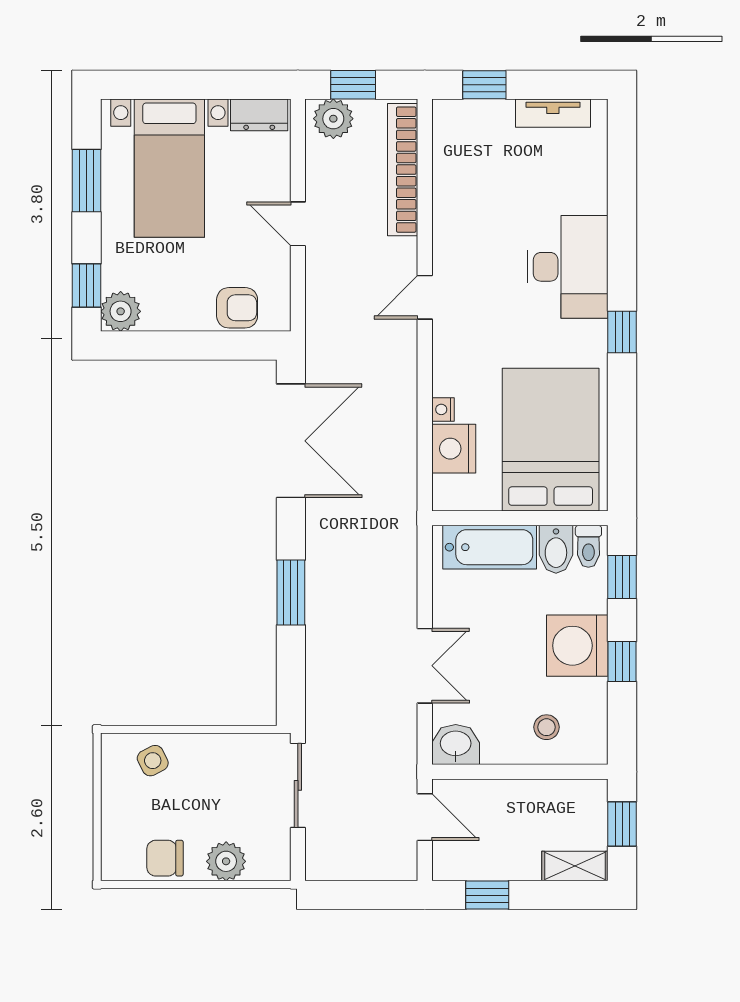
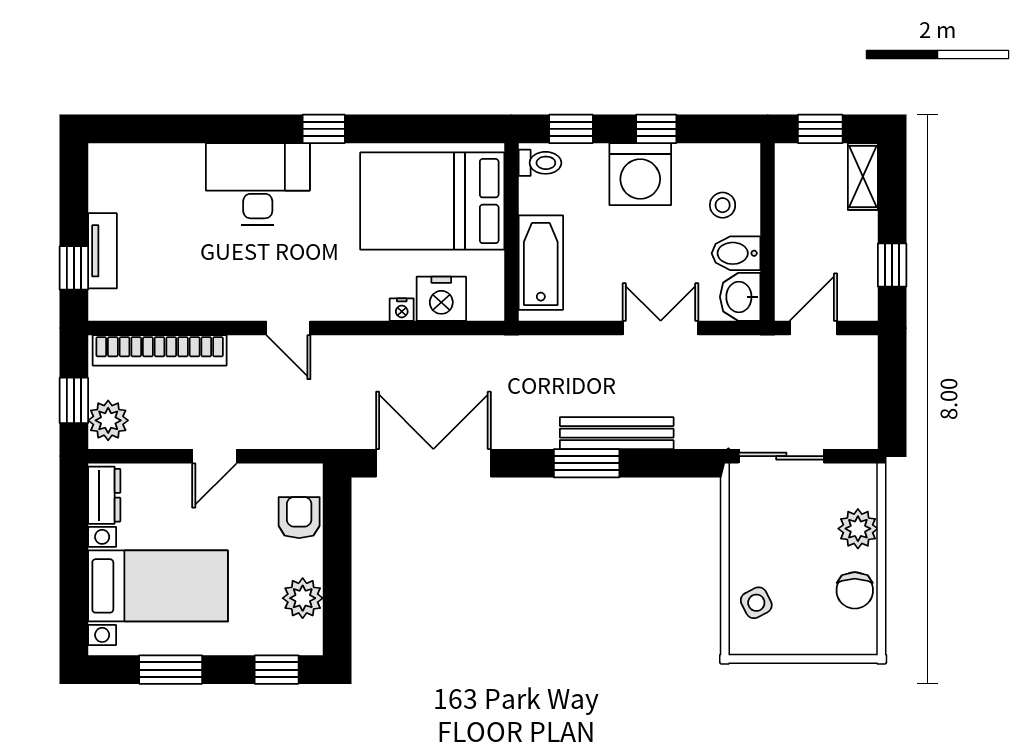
tv unit: (553, 113) -> (102, 251), moved
plant: (121, 311) -> (303, 598), moved
bidet: (556, 549) -> (736, 253), moved, turned 180
bench: (321, 622) -> (617, 433), added

